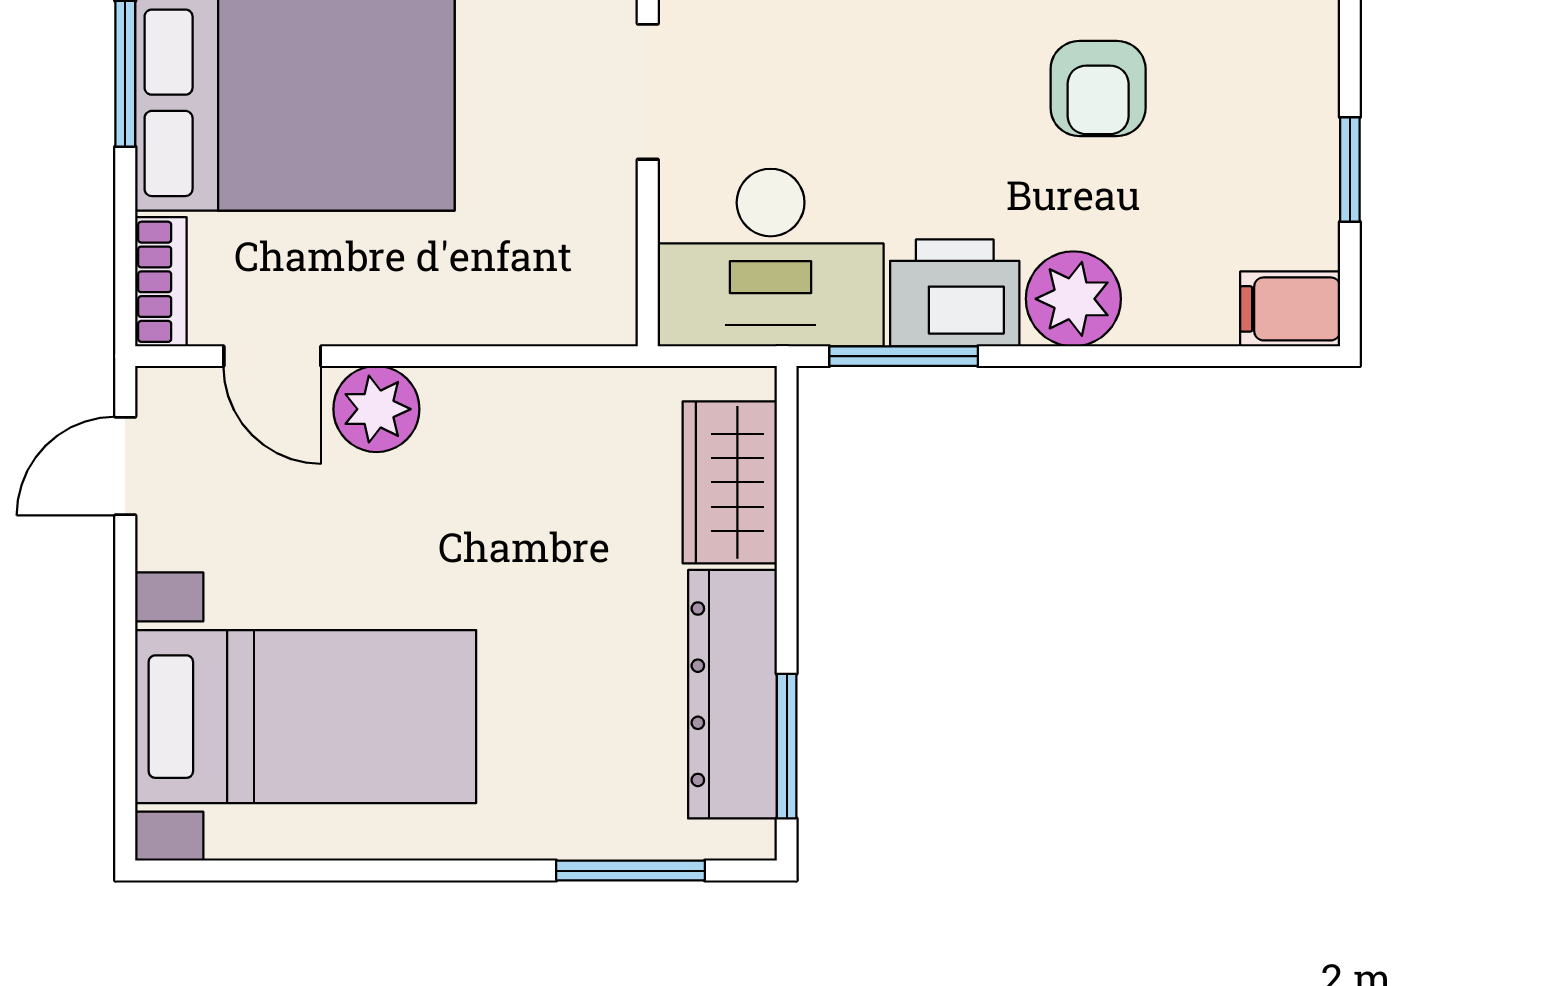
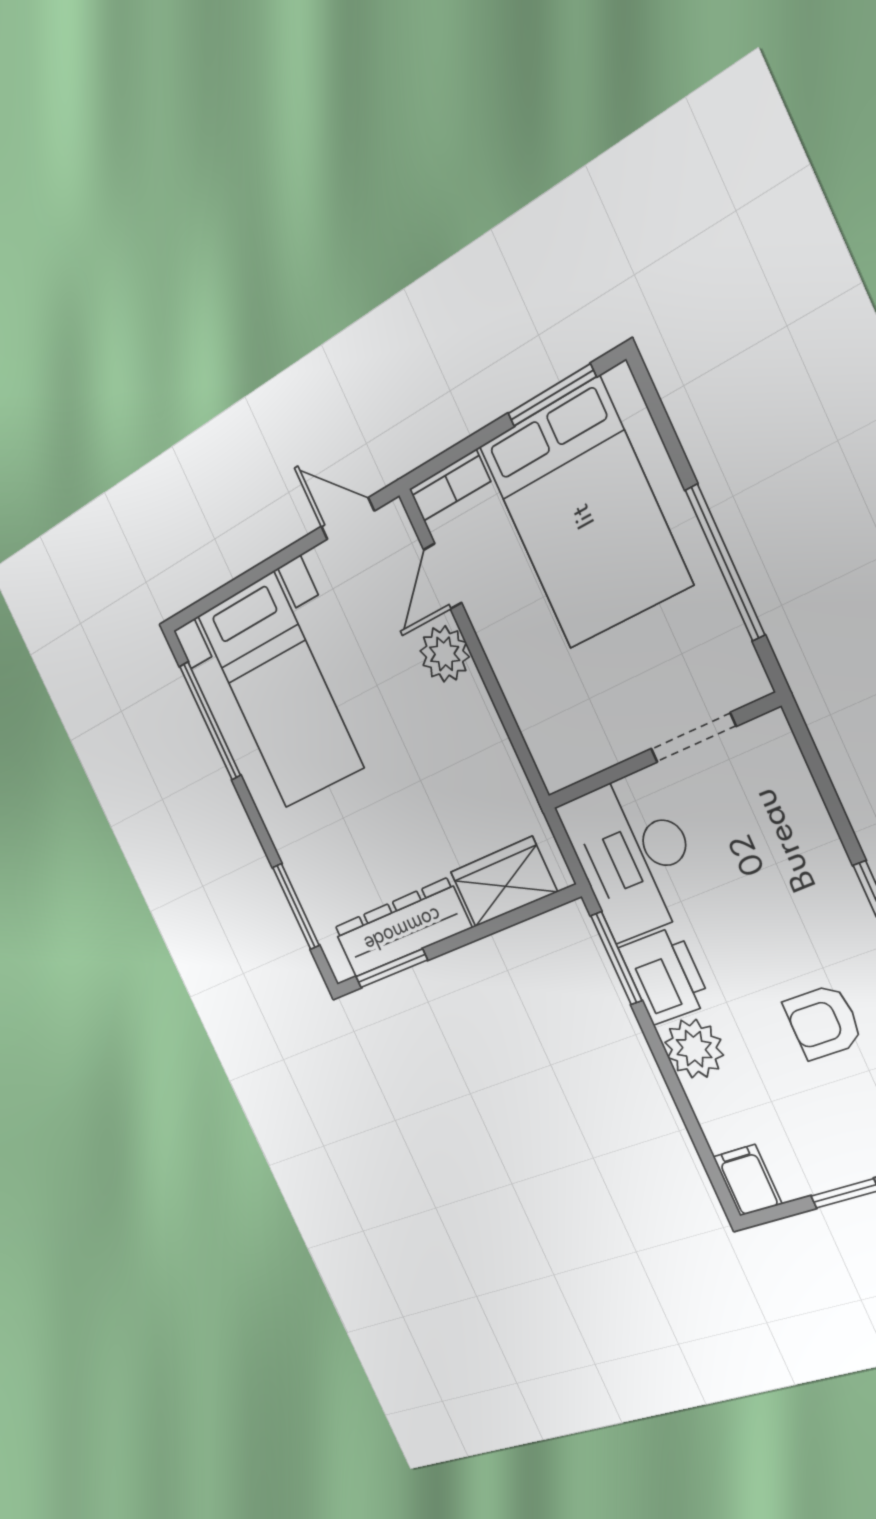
window: (293, 871) -> (210, 721), added

